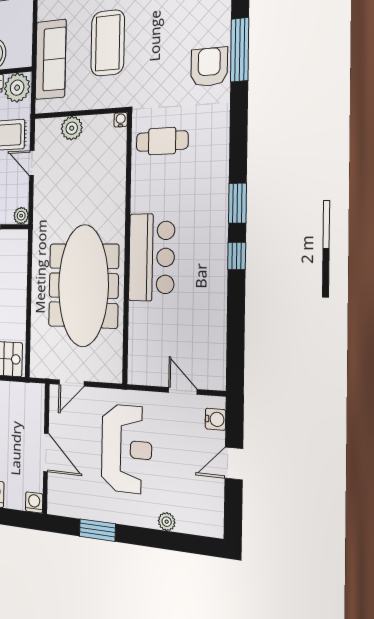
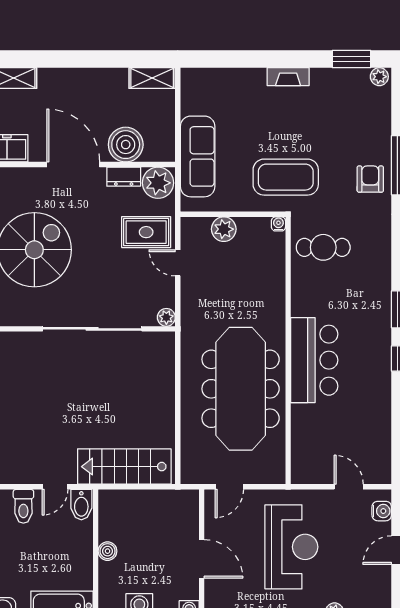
coffee table: (108, 43) -> (286, 177), moved, turned 90
armchair: (209, 67) -> (370, 179), width x0.72, depth x0.72

